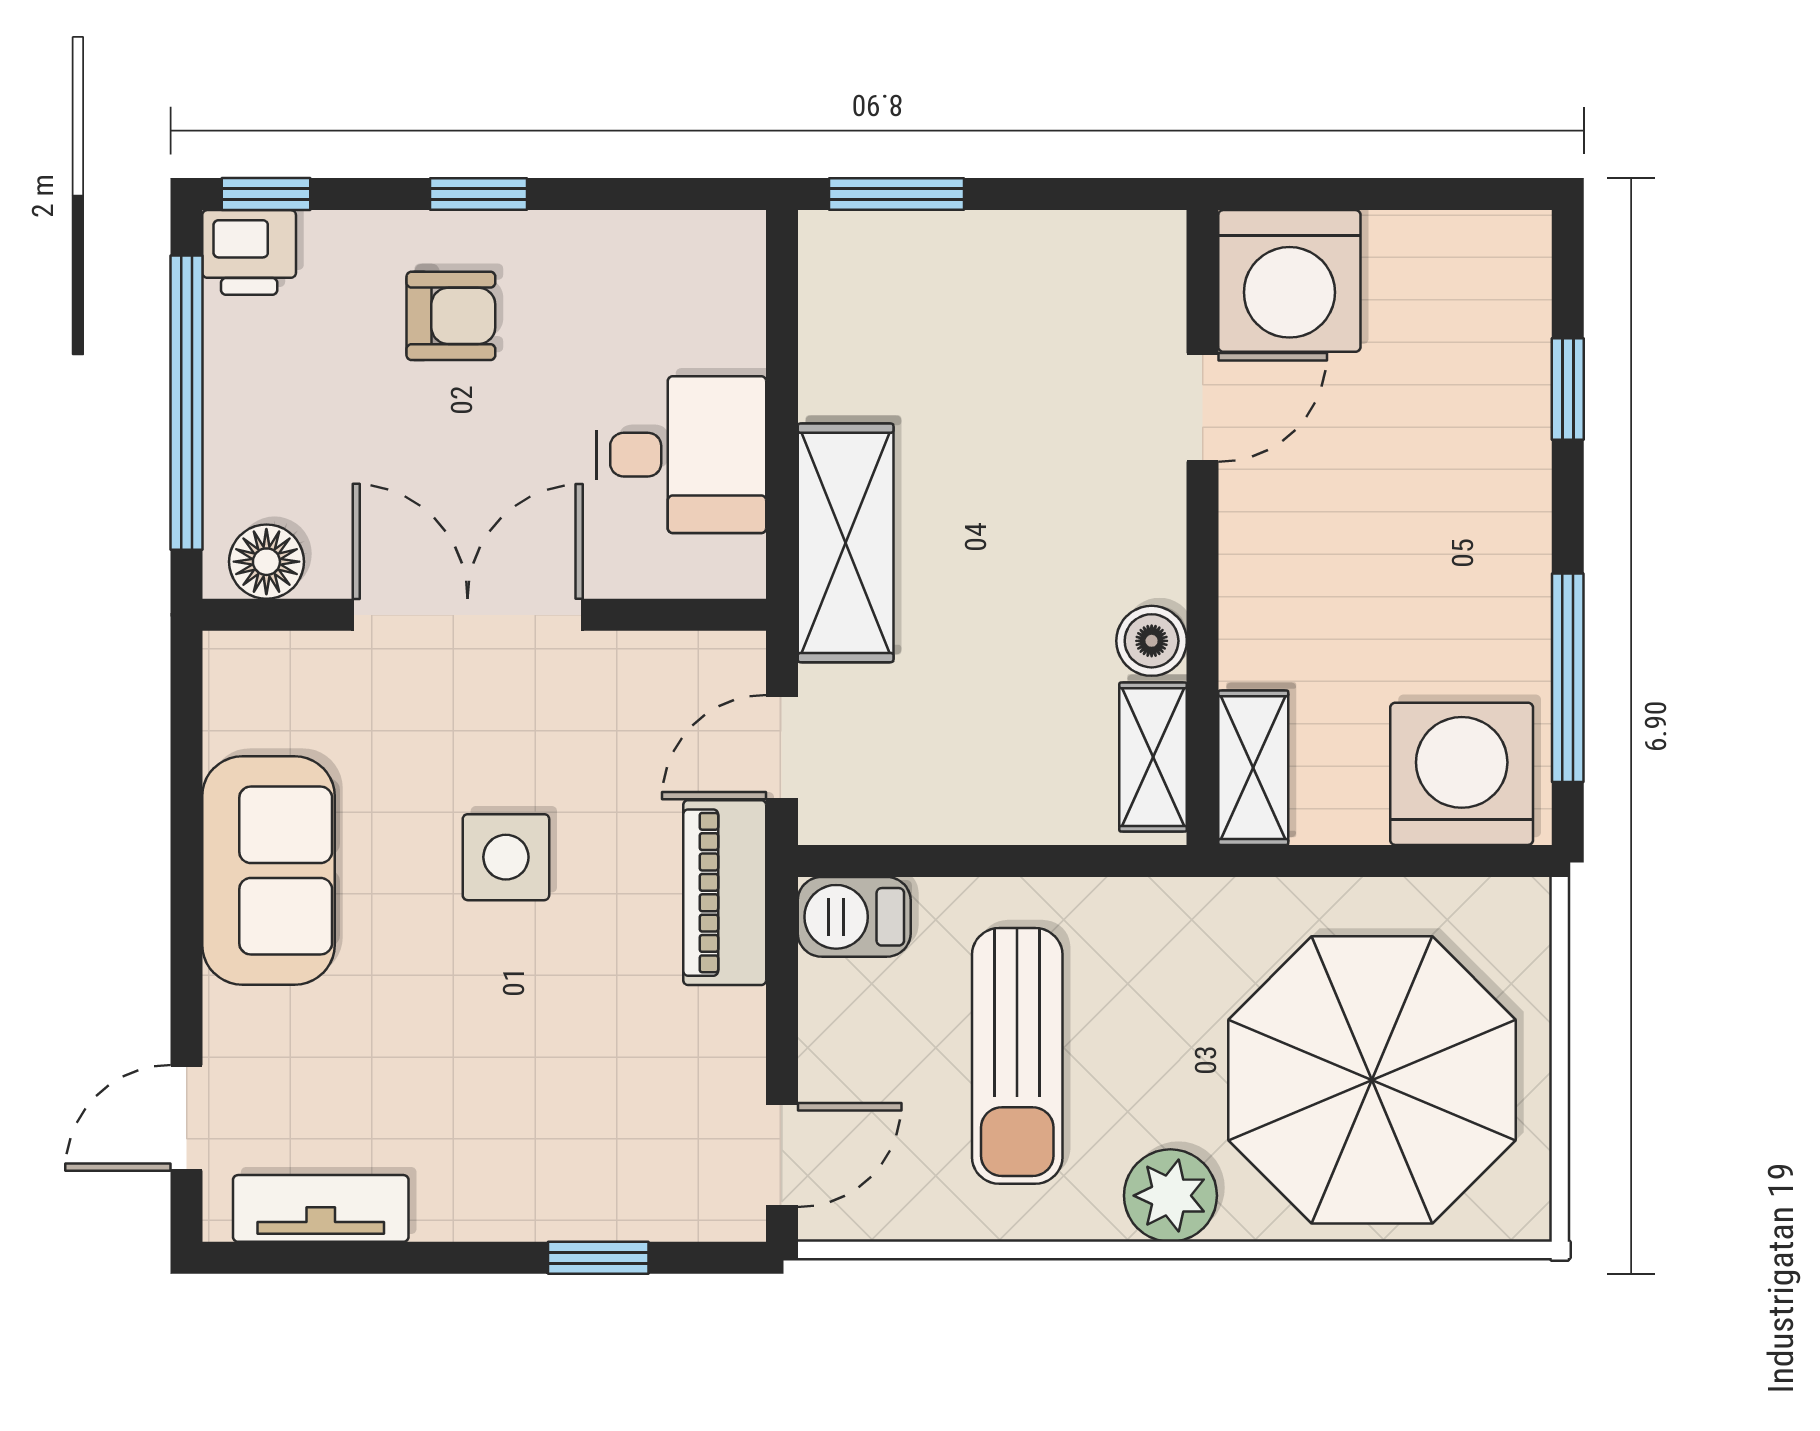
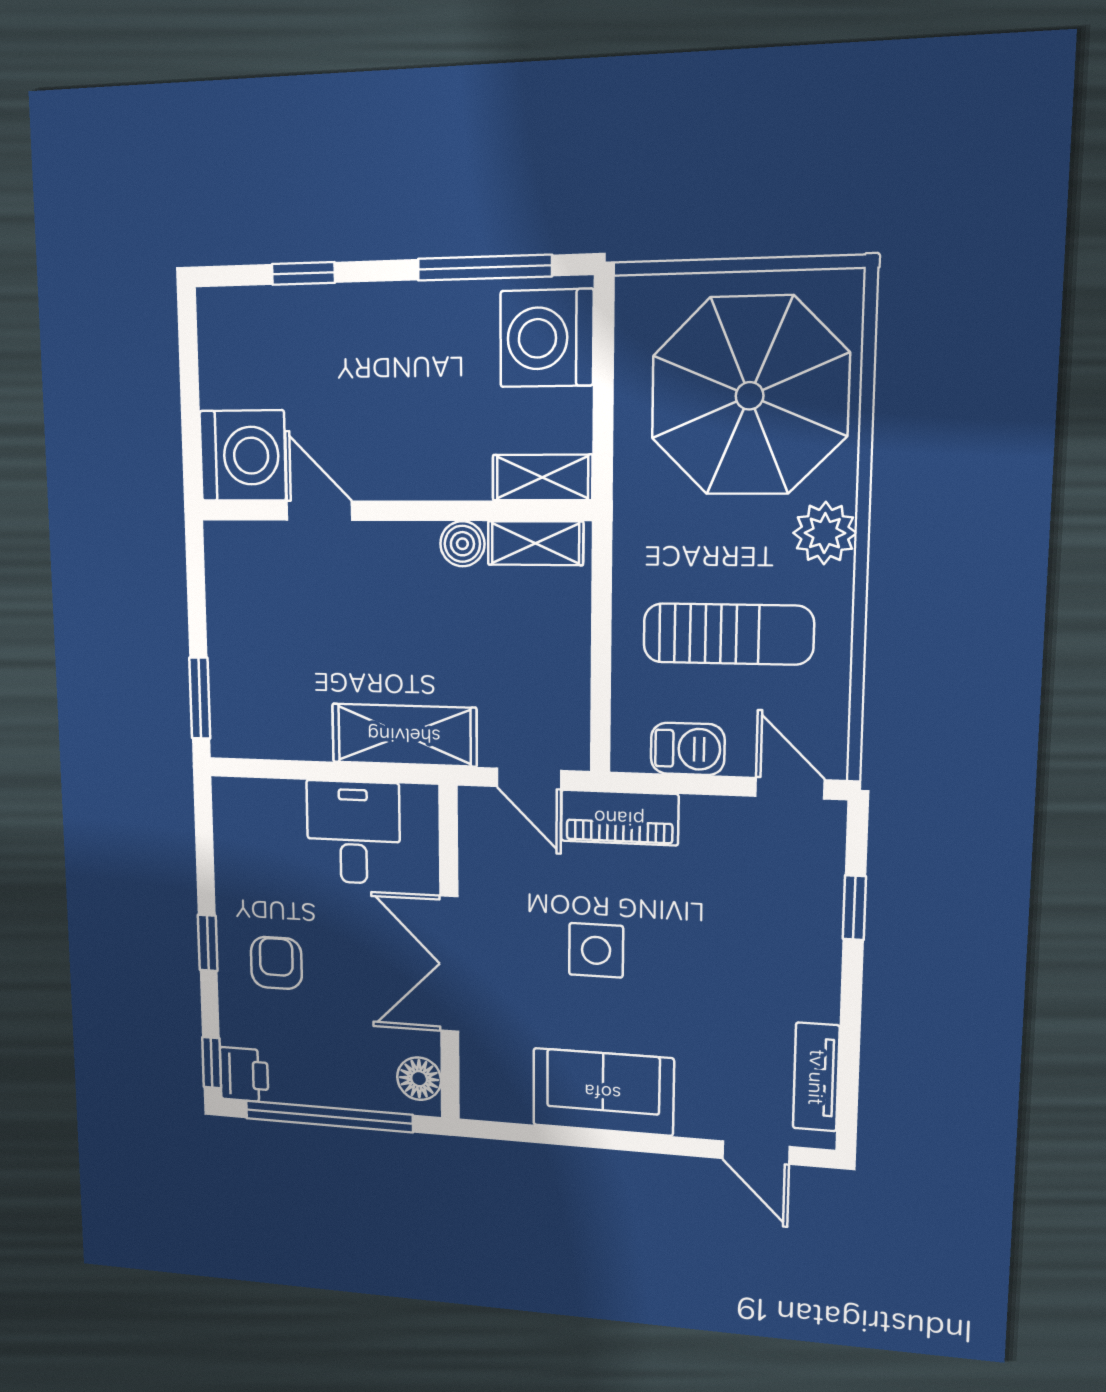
barbecue: (854, 917) -> (688, 749), moved, turned -90

